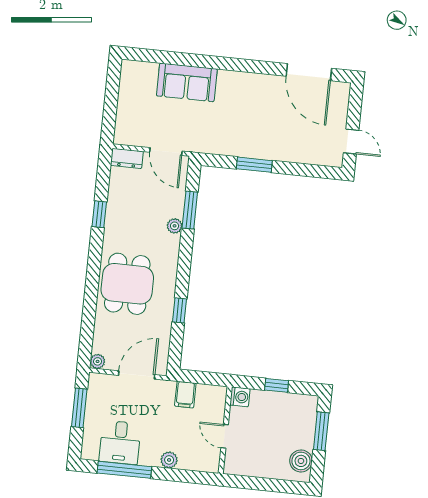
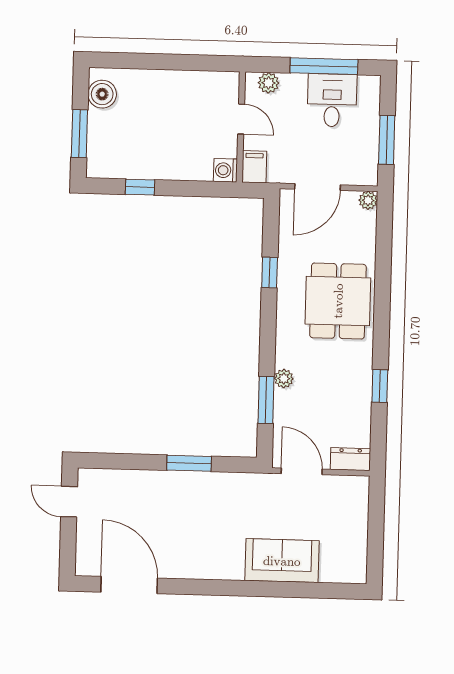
washing machine: (240, 397) -> (225, 170), moved
wall: (225, 430) -> (241, 127), moved
door: (225, 436) -> (241, 119), moved

